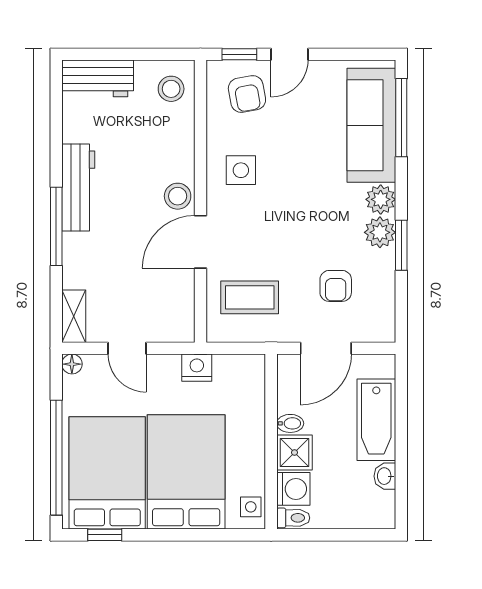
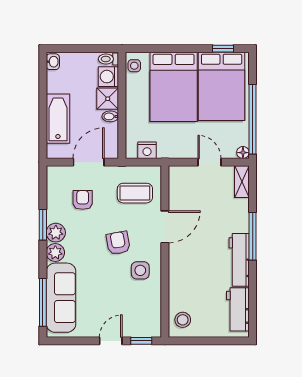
workbench: (98, 78) -> (238, 309), moved, turned -90
armchair: (247, 94) -> (118, 243), moved
stool: (178, 196) -> (179, 255), removed
nightstand: (197, 368) -> (147, 150), moved
window: (56, 458) -> (253, 119), moved
washbasin: (385, 476) -> (53, 62), moved

